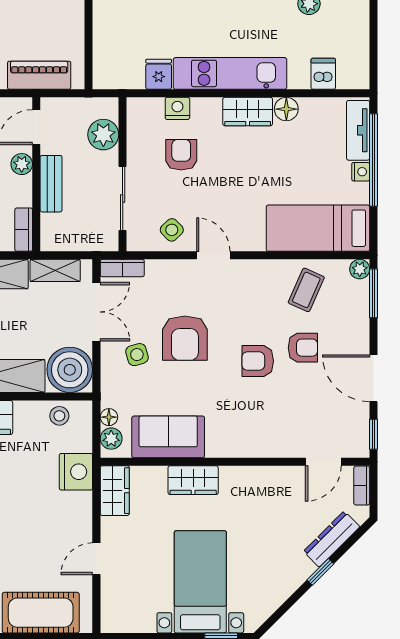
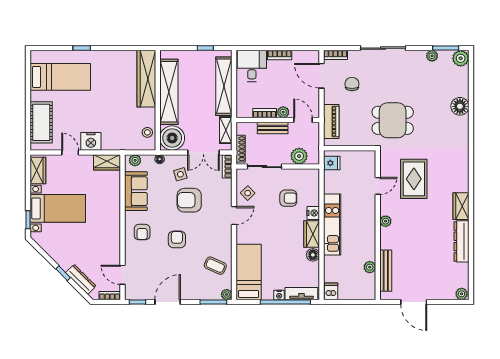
fridge: (159, 74) -> (332, 163), moved
dishwasher: (323, 74) -> (331, 291), moved, turned -90
nightstand: (177, 108) -> (313, 213), moved
bookcase: (24, 230) -> (265, 113), moved
shoe rack: (90, 243) -> (241, 149), added
armchair: (303, 348) -> (142, 232), moved
floor lamp: (109, 417) -> (160, 159), moved
nightstand: (76, 472) -> (91, 141), moved
wardrobe: (193, 480) -> (38, 171), moved, turned 180

